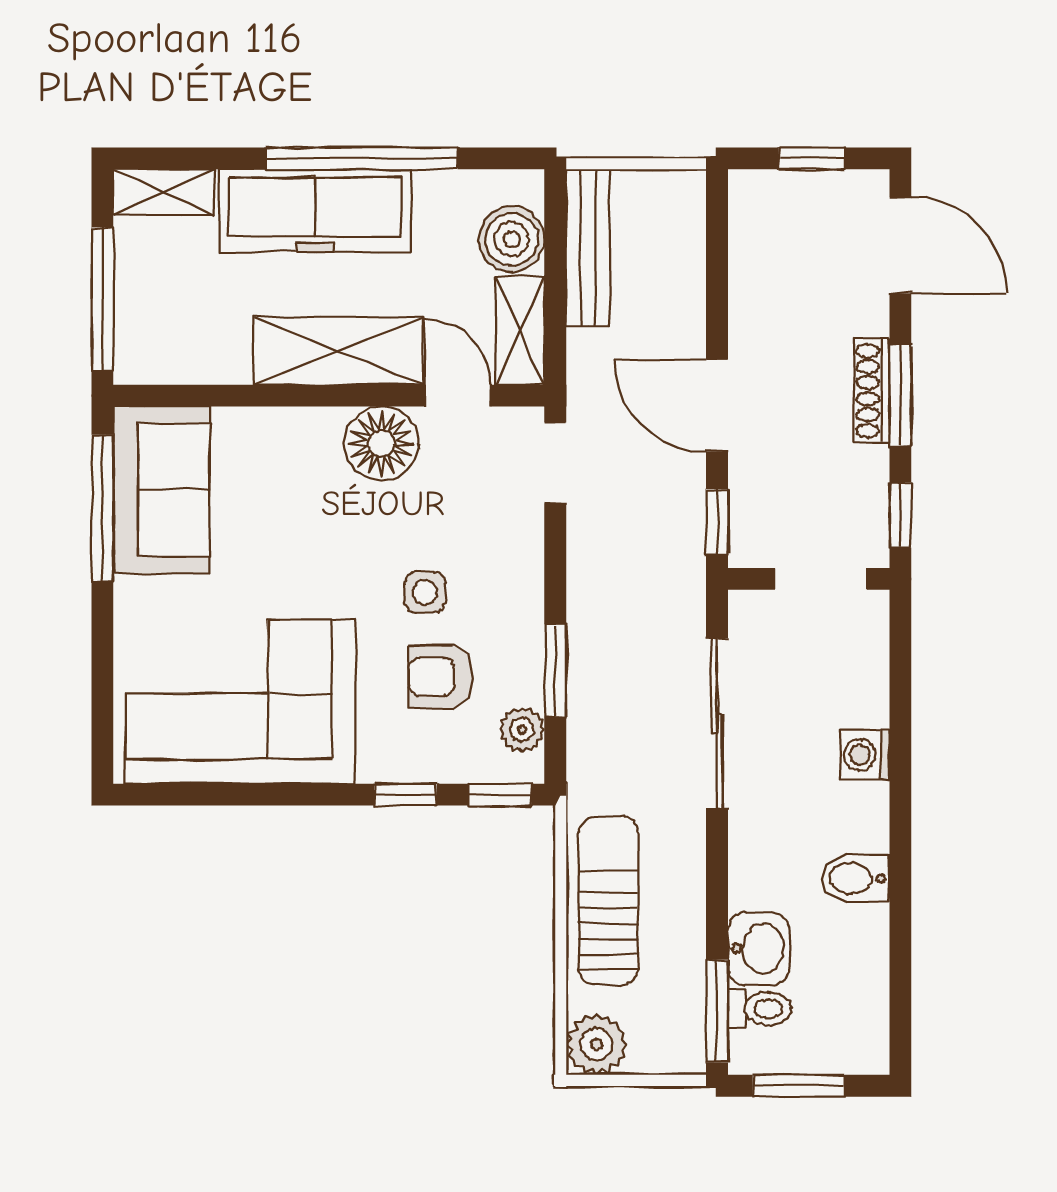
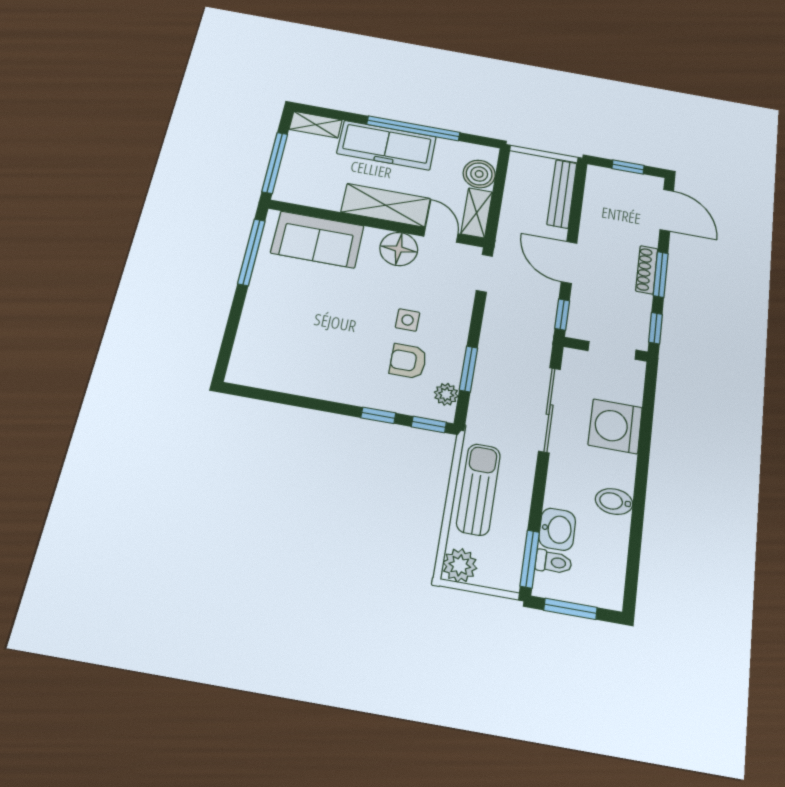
bench: (588, 248) -> (562, 194), moved
sofa: (161, 490) -> (317, 239), moved, turned 90
corner sofa: (240, 702) -> (301, 354), removed
washing machine: (865, 755) -> (615, 426), width x1.89, depth x1.89

